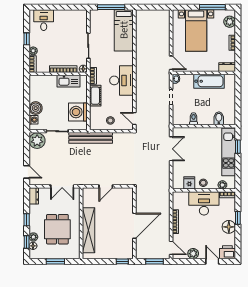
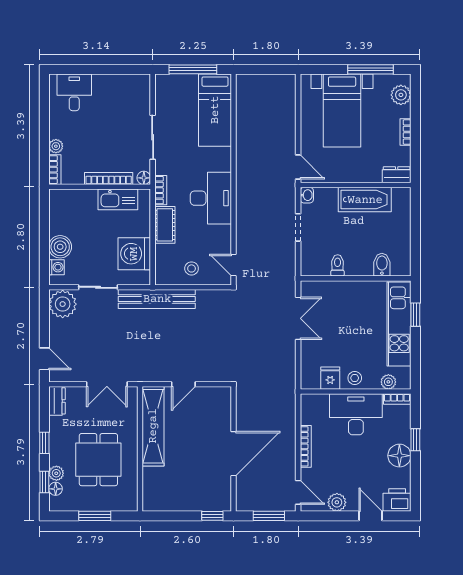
window: (27, 39) -> (44, 125), removed
shelving: (89, 230) -> (153, 426), moved

